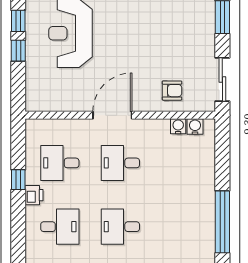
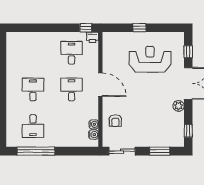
window: (18, 21) -> (157, 28), removed
window: (18, 180) -> (86, 28), moved
printer: (34, 195) -> (92, 37), moved
desk: (60, 227) -> (33, 126), moved

